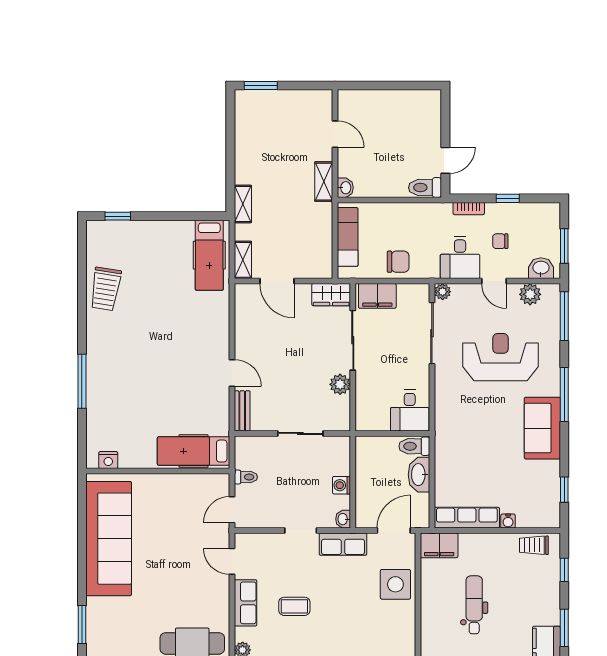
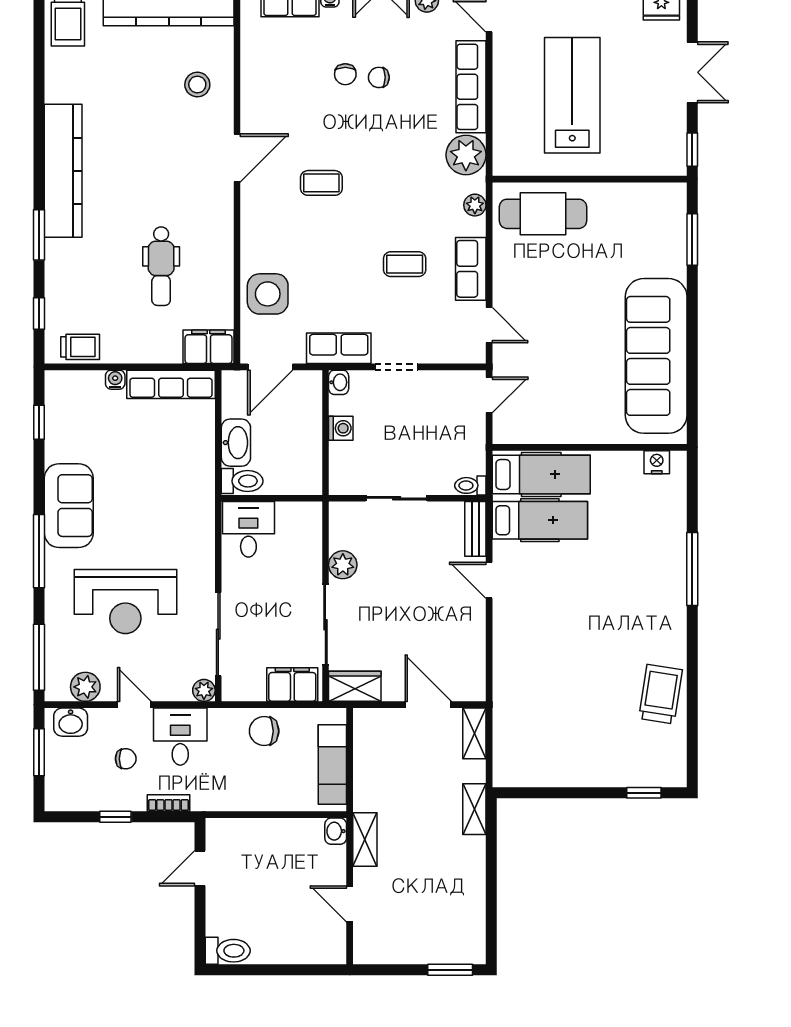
toilet: (425, 188) -> (228, 951), moved
hospital bed: (209, 255) -> (540, 520), moved, turned 90
toilet: (246, 477) -> (470, 485), moved

